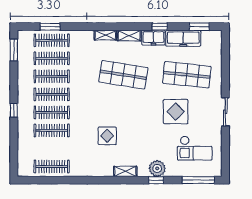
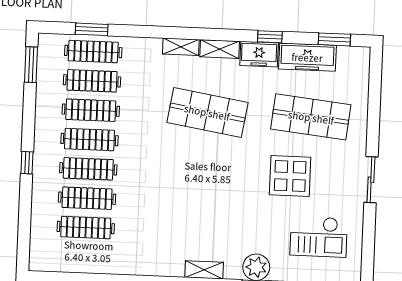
display table: (107, 136) -> (177, 211), removed
clothes rail: (52, 167) -> (86, 228), moved

